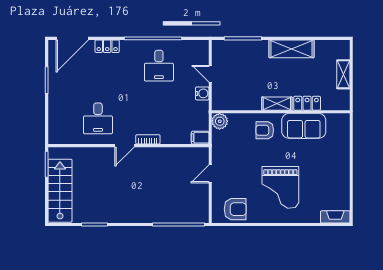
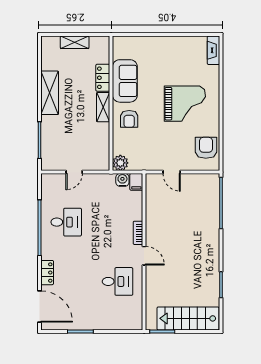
water cooler: (202, 93) -> (122, 180), moved

